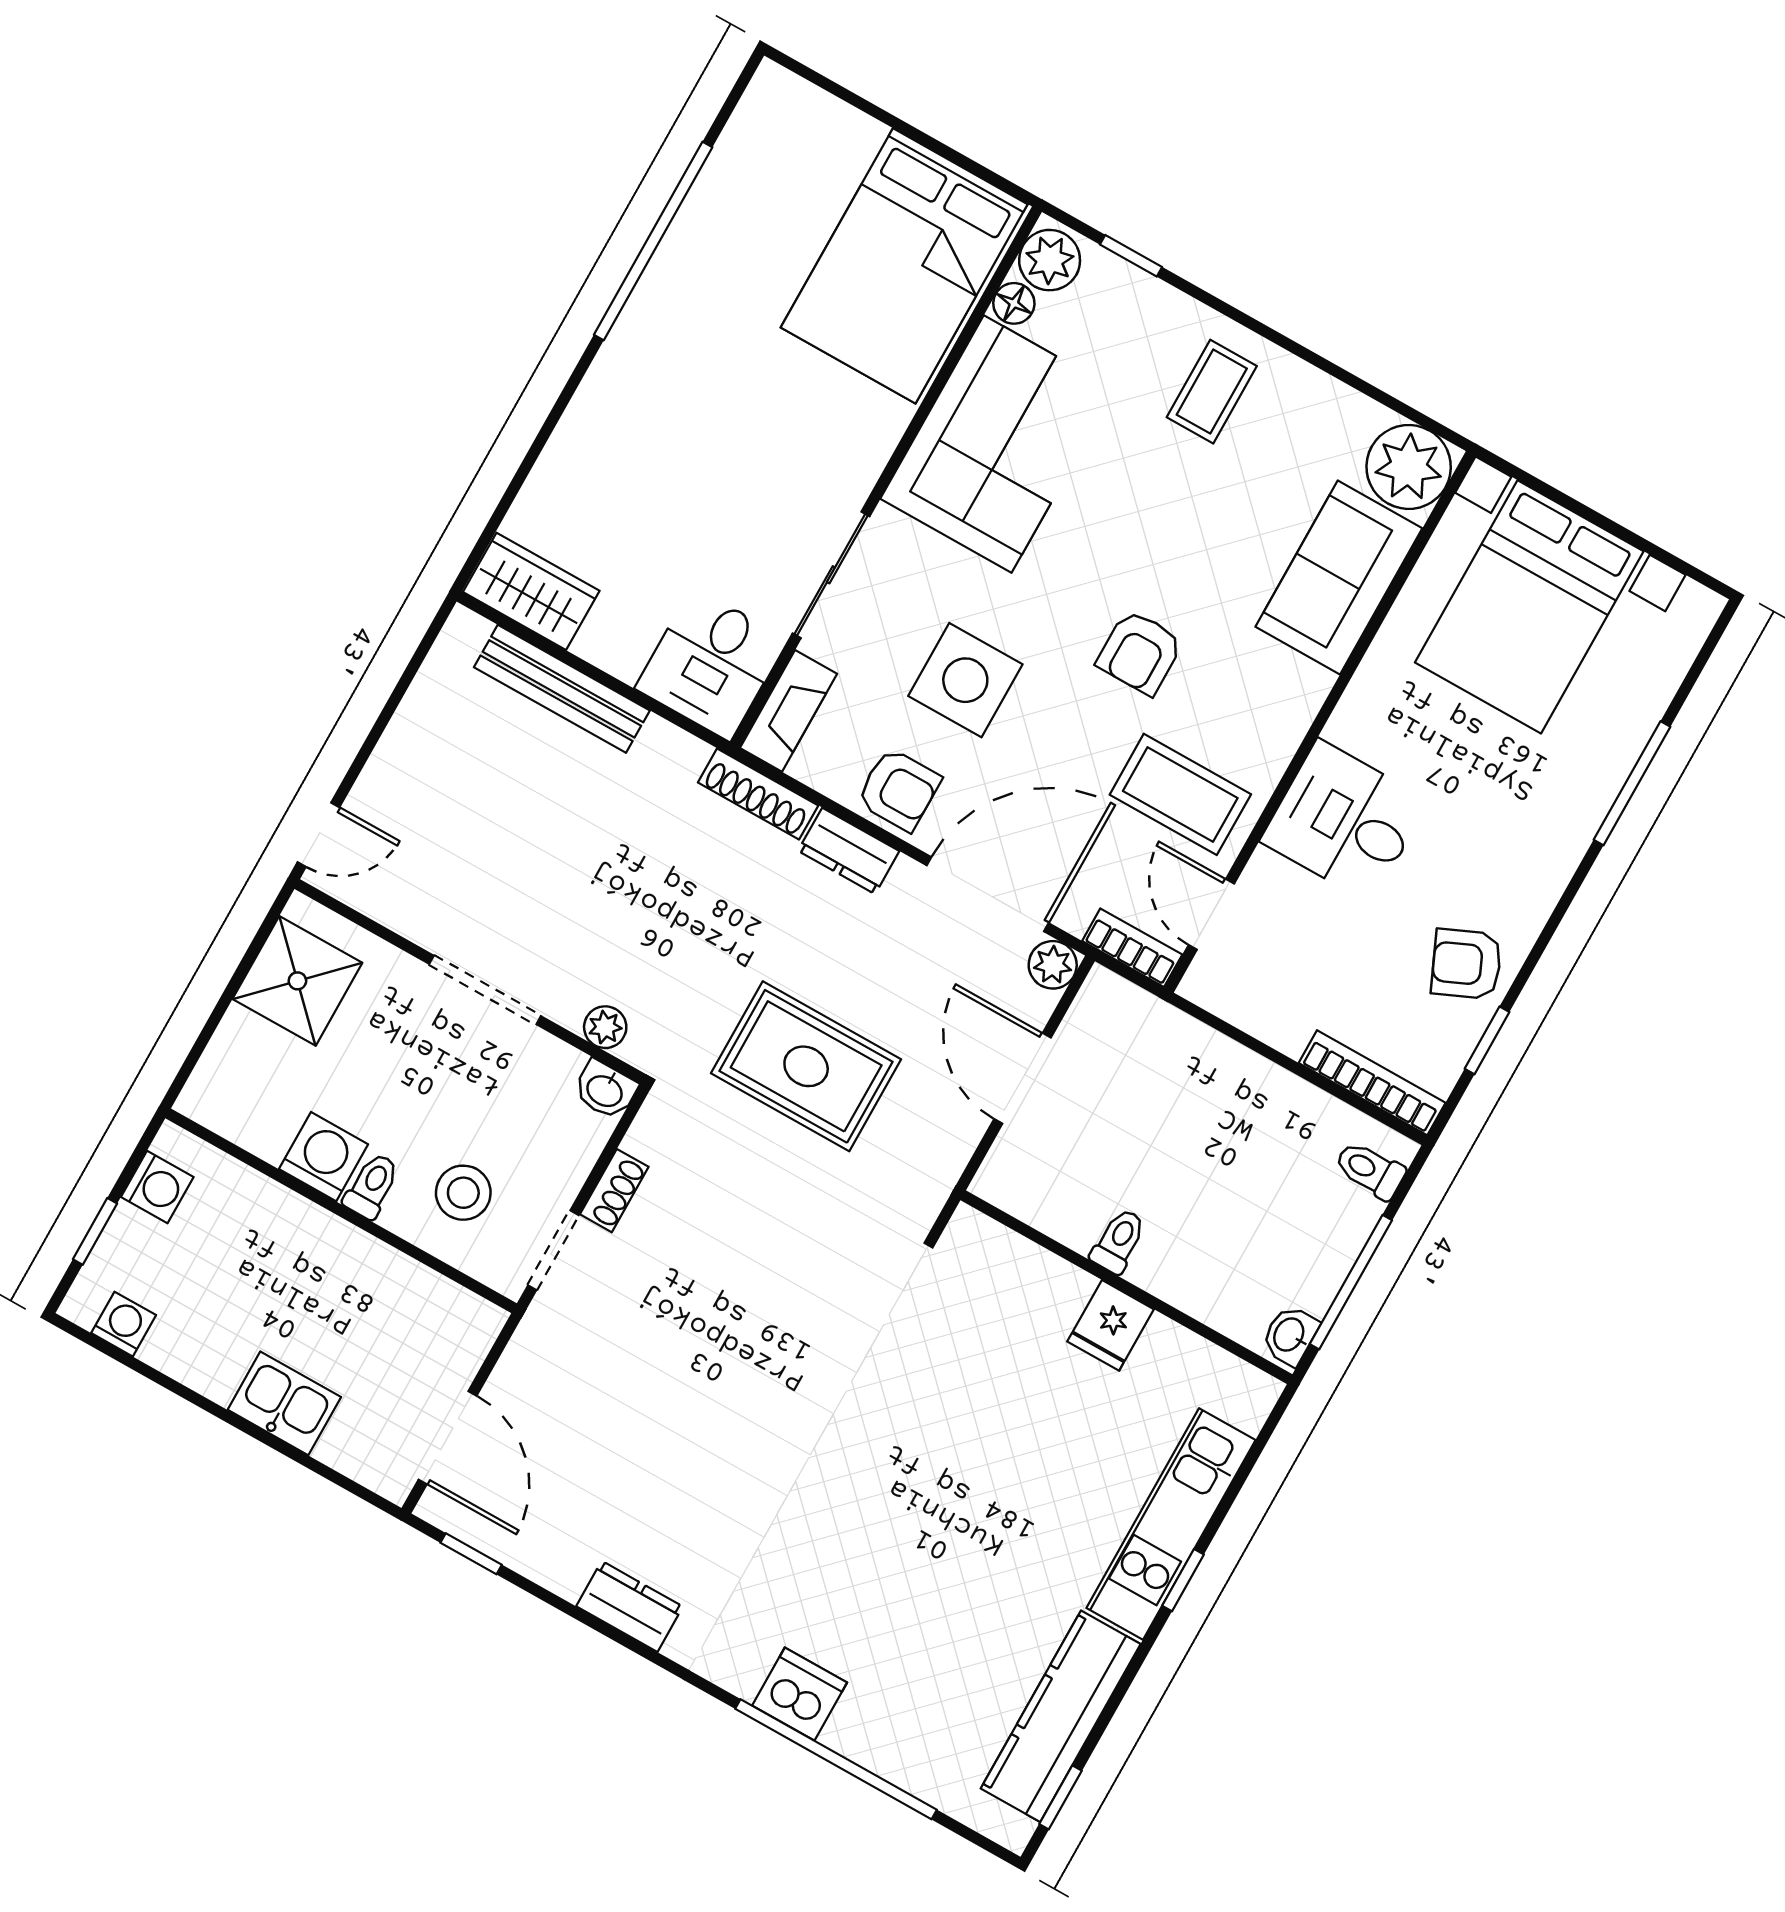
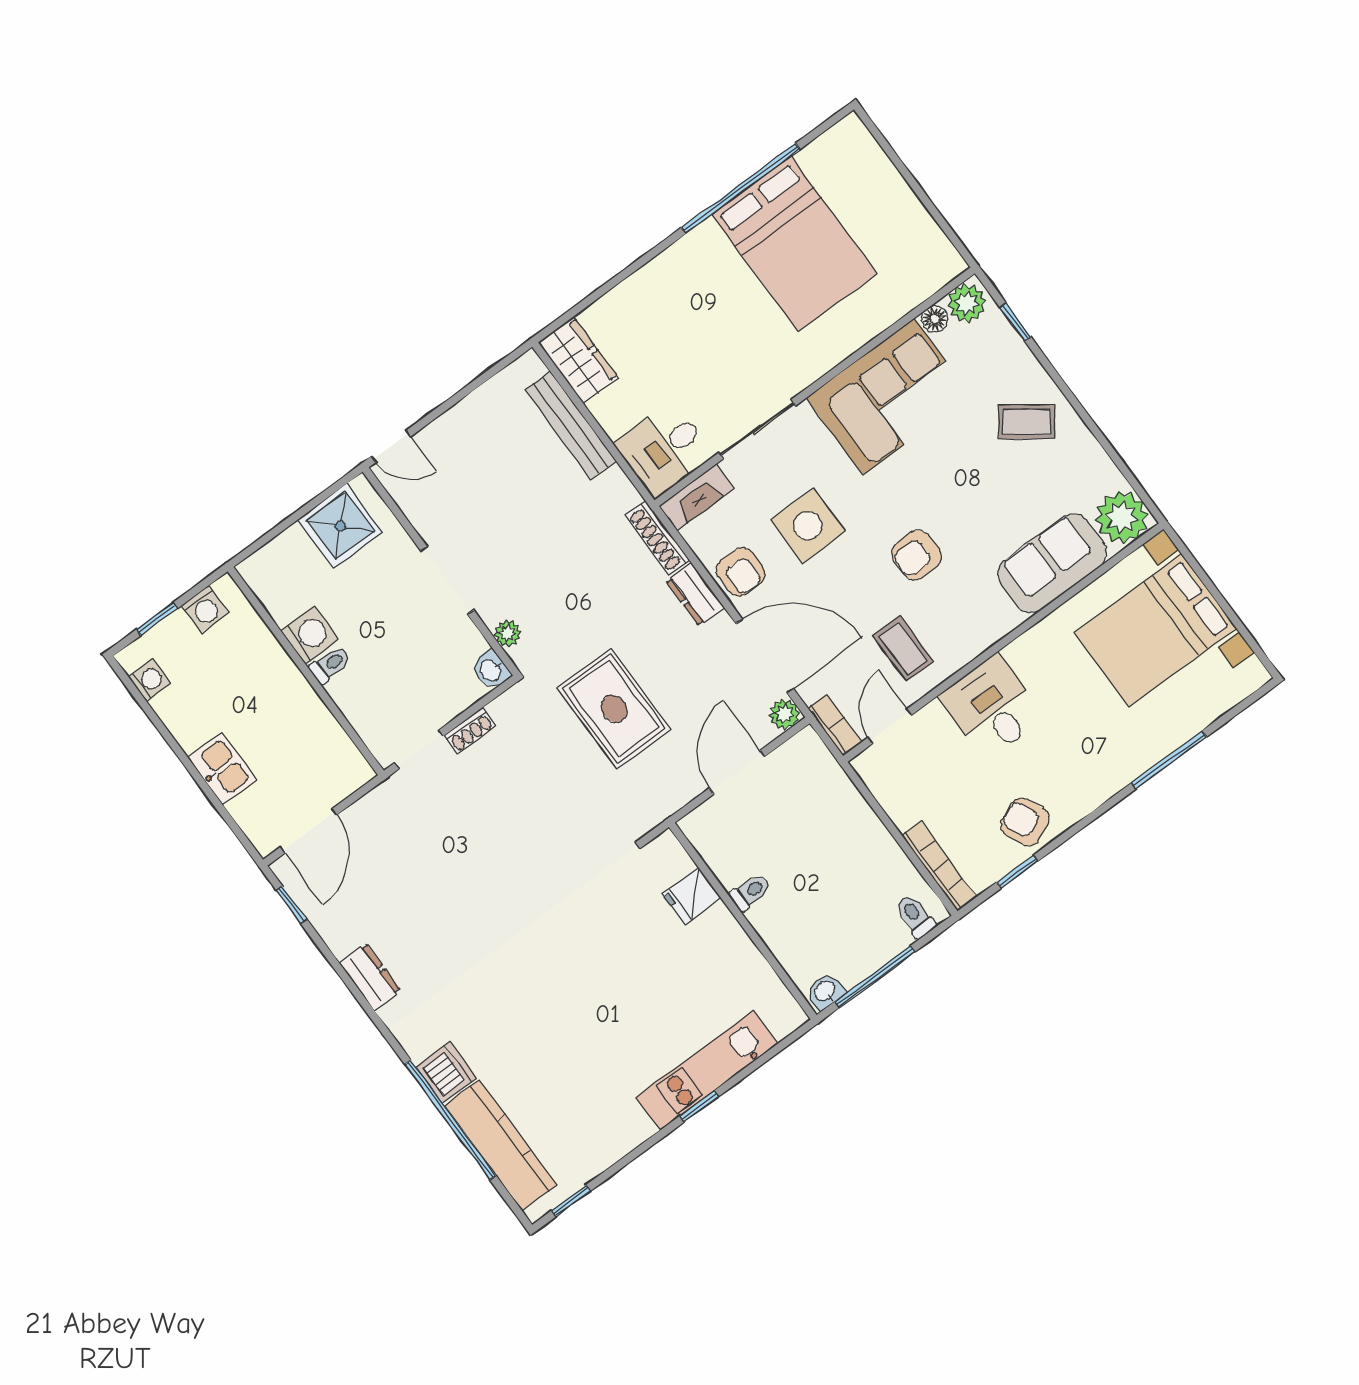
bed: (904, 266) -> (794, 244), moved, turned -90
coffee table: (1212, 392) -> (1027, 422), turned 36
coffee table: (1180, 794) -> (903, 648), width x0.73, depth x0.77
stool: (463, 1193) -> (382, 693), removed
fridge: (1111, 1325) -> (692, 896), moved
kitchen counter: (1061, 1716) -> (501, 1145), moved, turned 90

